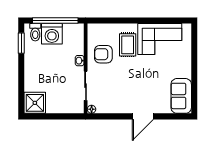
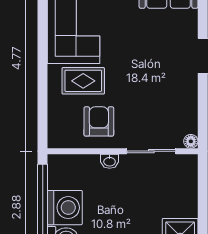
armchair: (103, 54) -> (99, 121), turned 180

